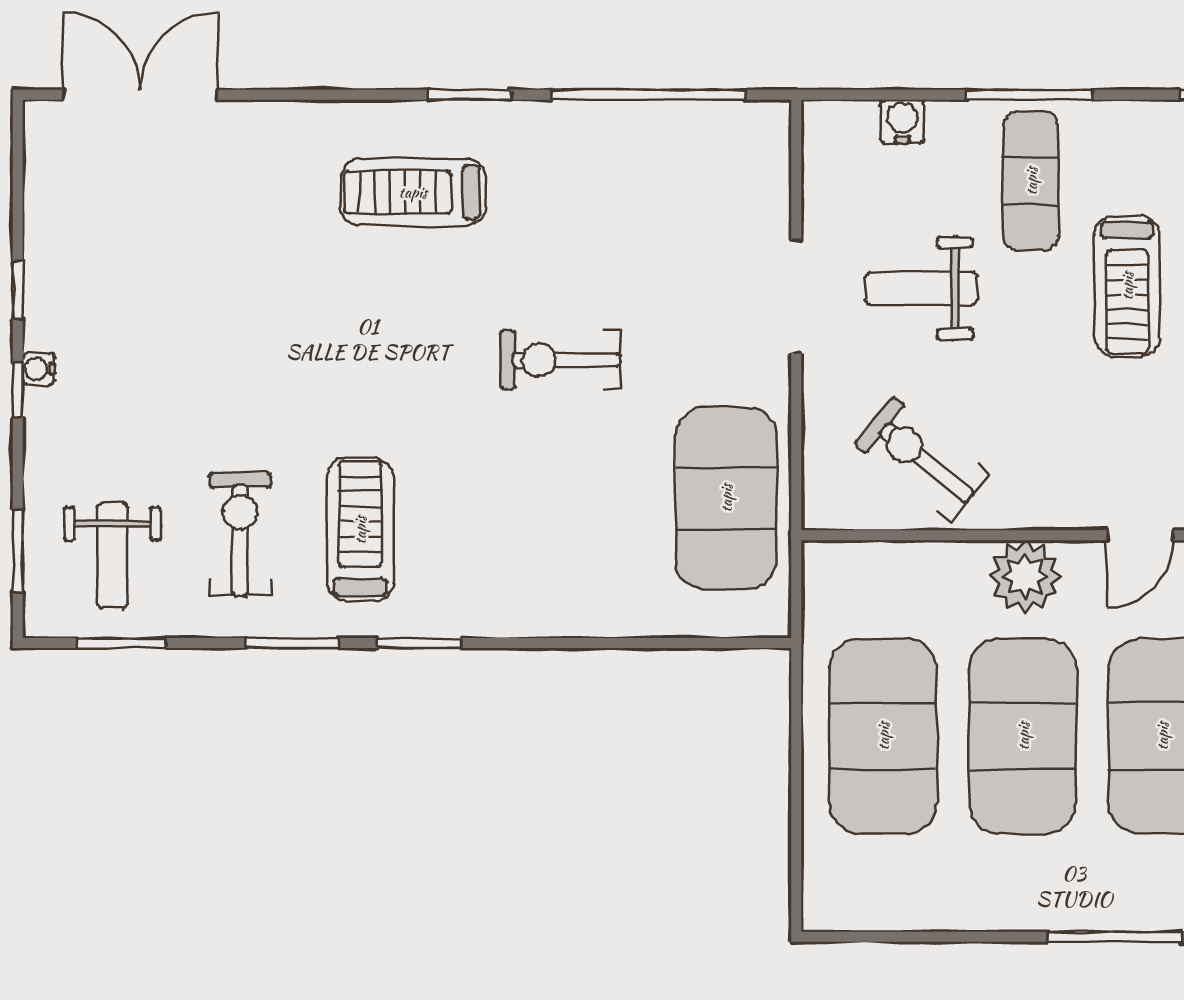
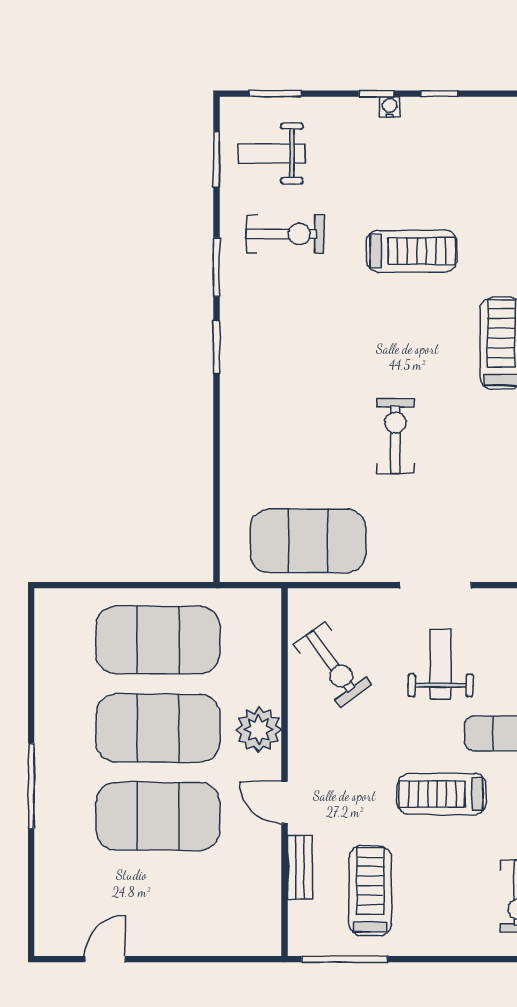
exercise bike: (922, 459) -> (333, 664), turned 105
treadmill: (360, 530) -> (412, 251), moved

